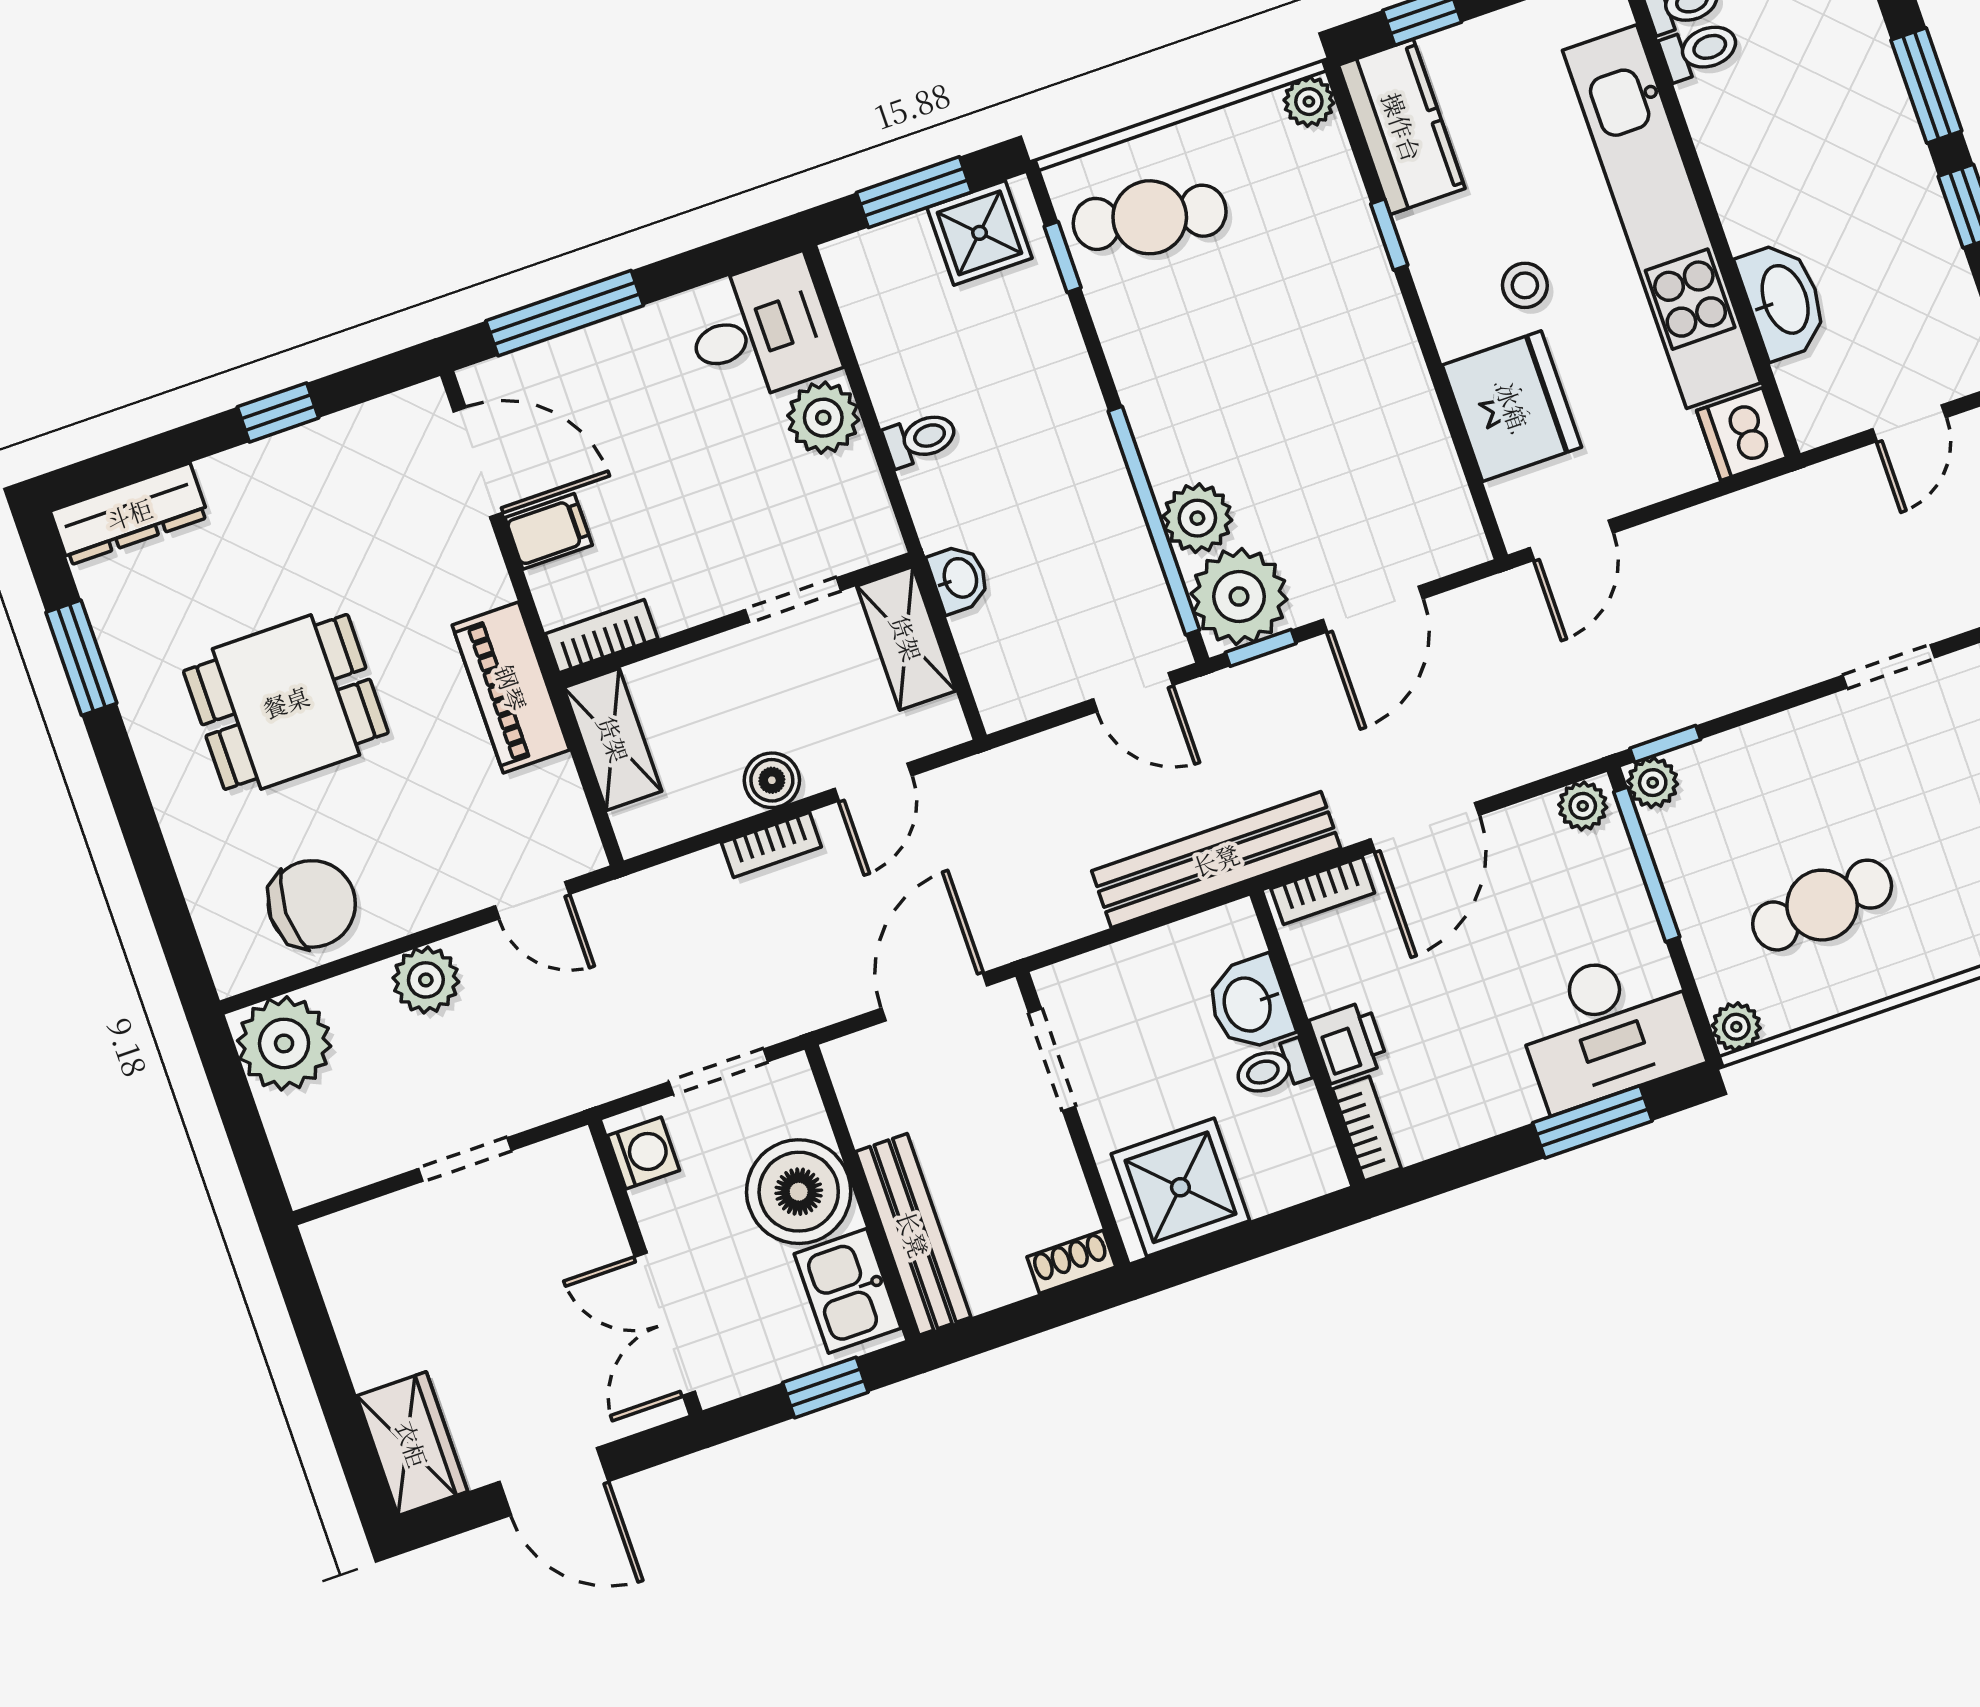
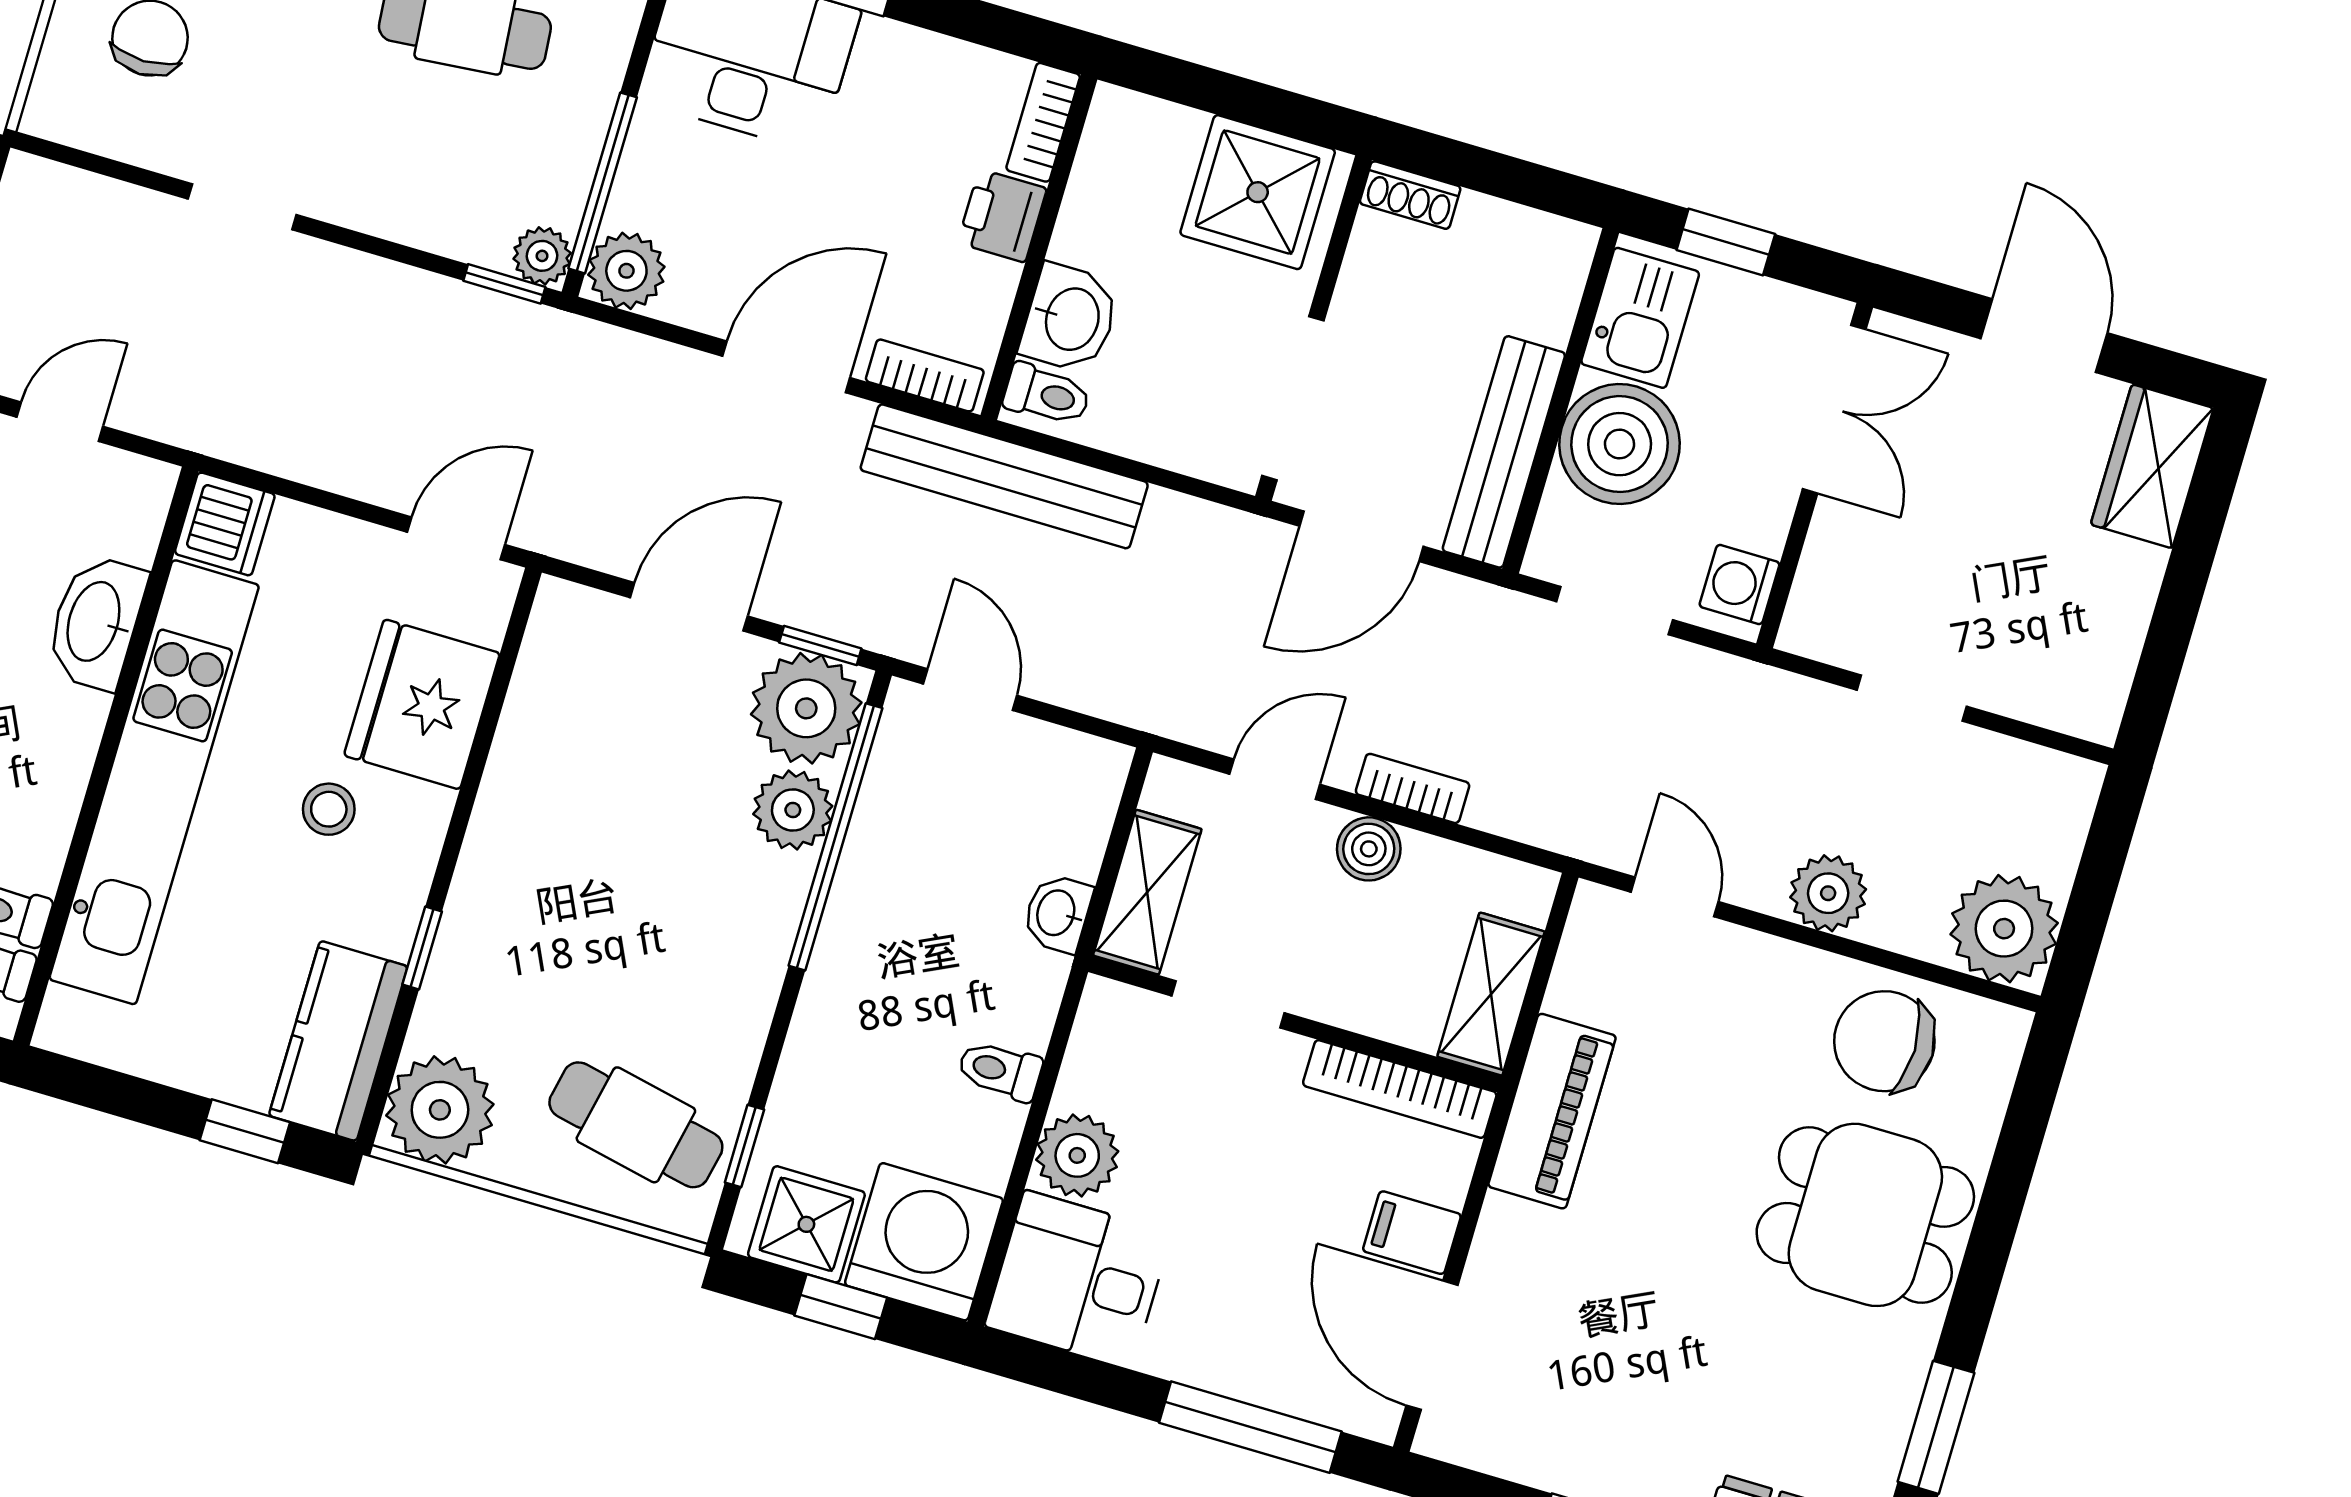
plant: (1309, 102) -> (440, 1110), width x1.87, depth x1.87
window: (914, 192) -> (841, 1307), width x0.67
washing machine: (888, 280) -> (924, 1242), added
bookcase: (601, 636) -> (1400, 1089), width x1.56
dining table: (286, 702) -> (1865, 1215), moved
plant: (1583, 806) -> (626, 271), width x1.38, depth x1.38
doorway: (1052, 1060) -> (1293, 398), width x1.38
toilet: (1272, 1069) -> (1047, 395), moved
bench: (913, 1234) -> (1504, 452), moved

